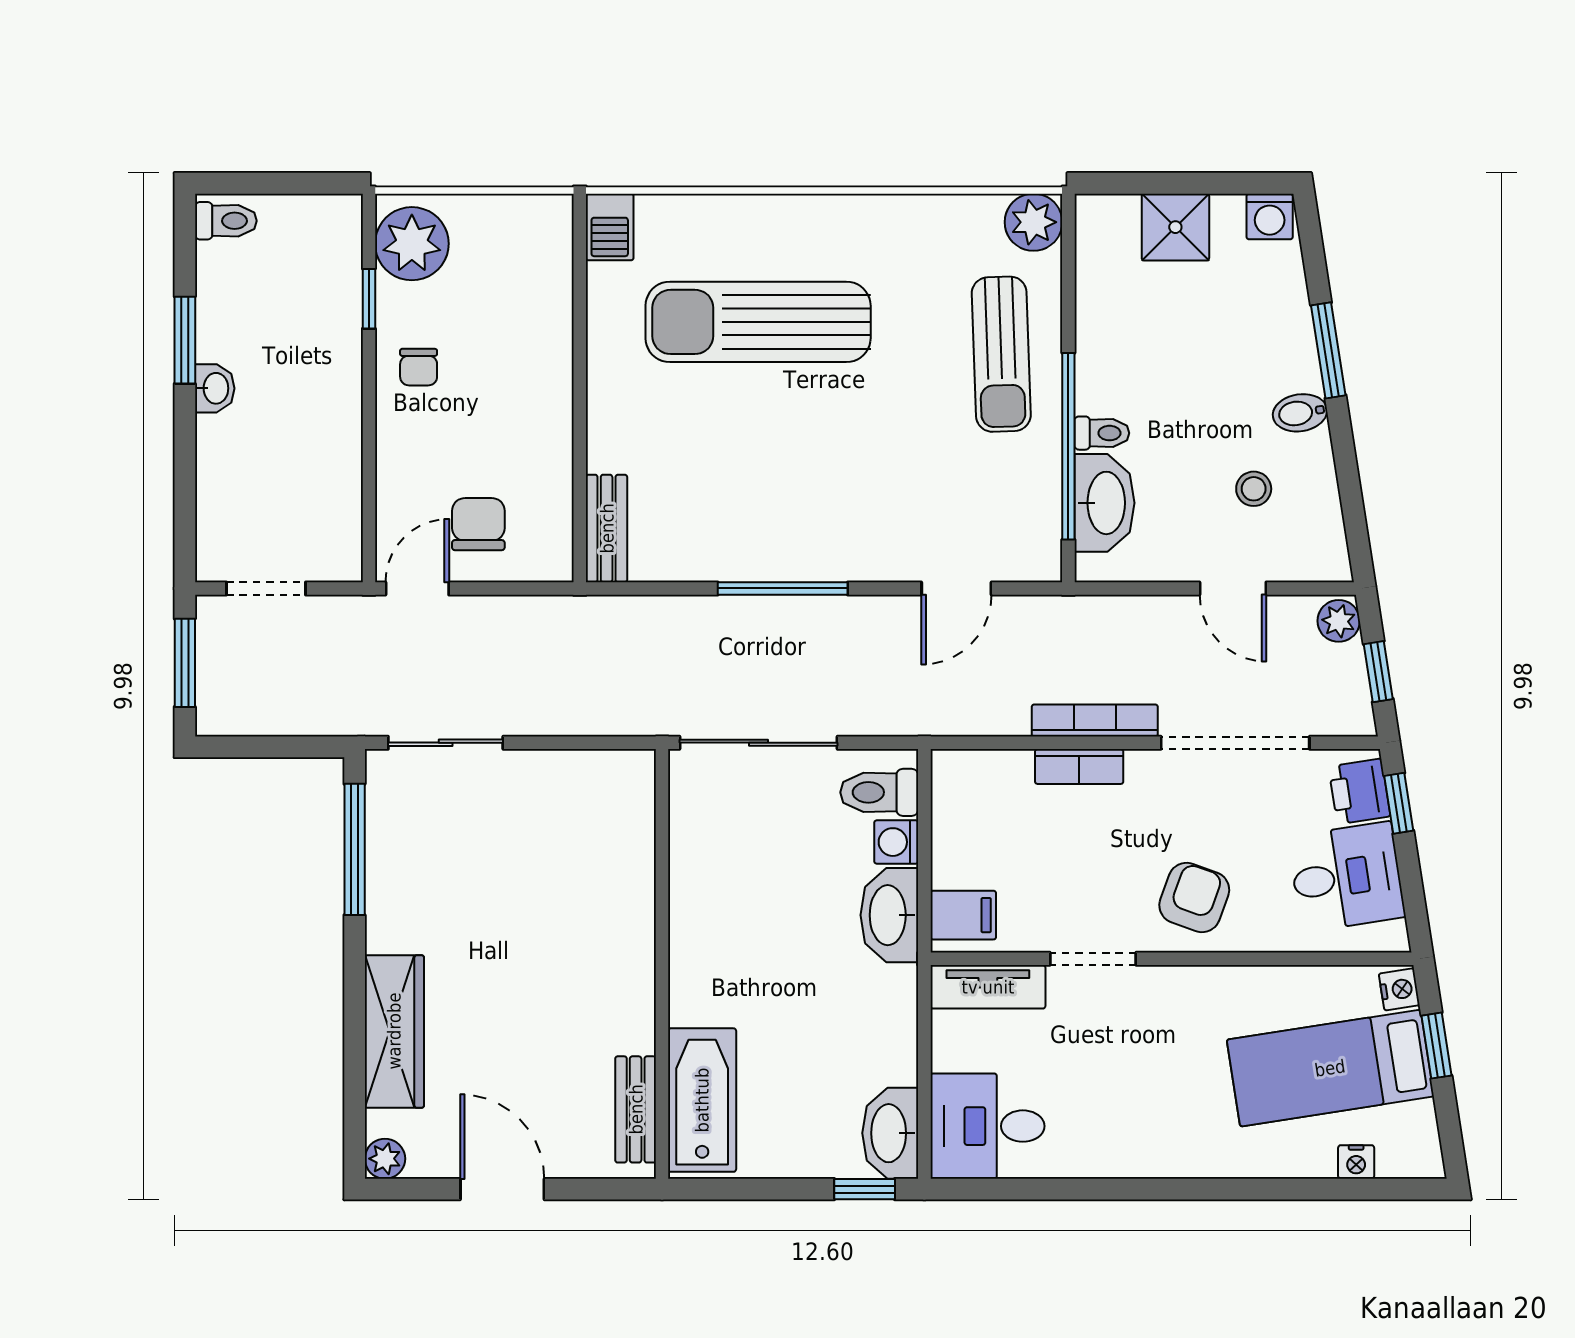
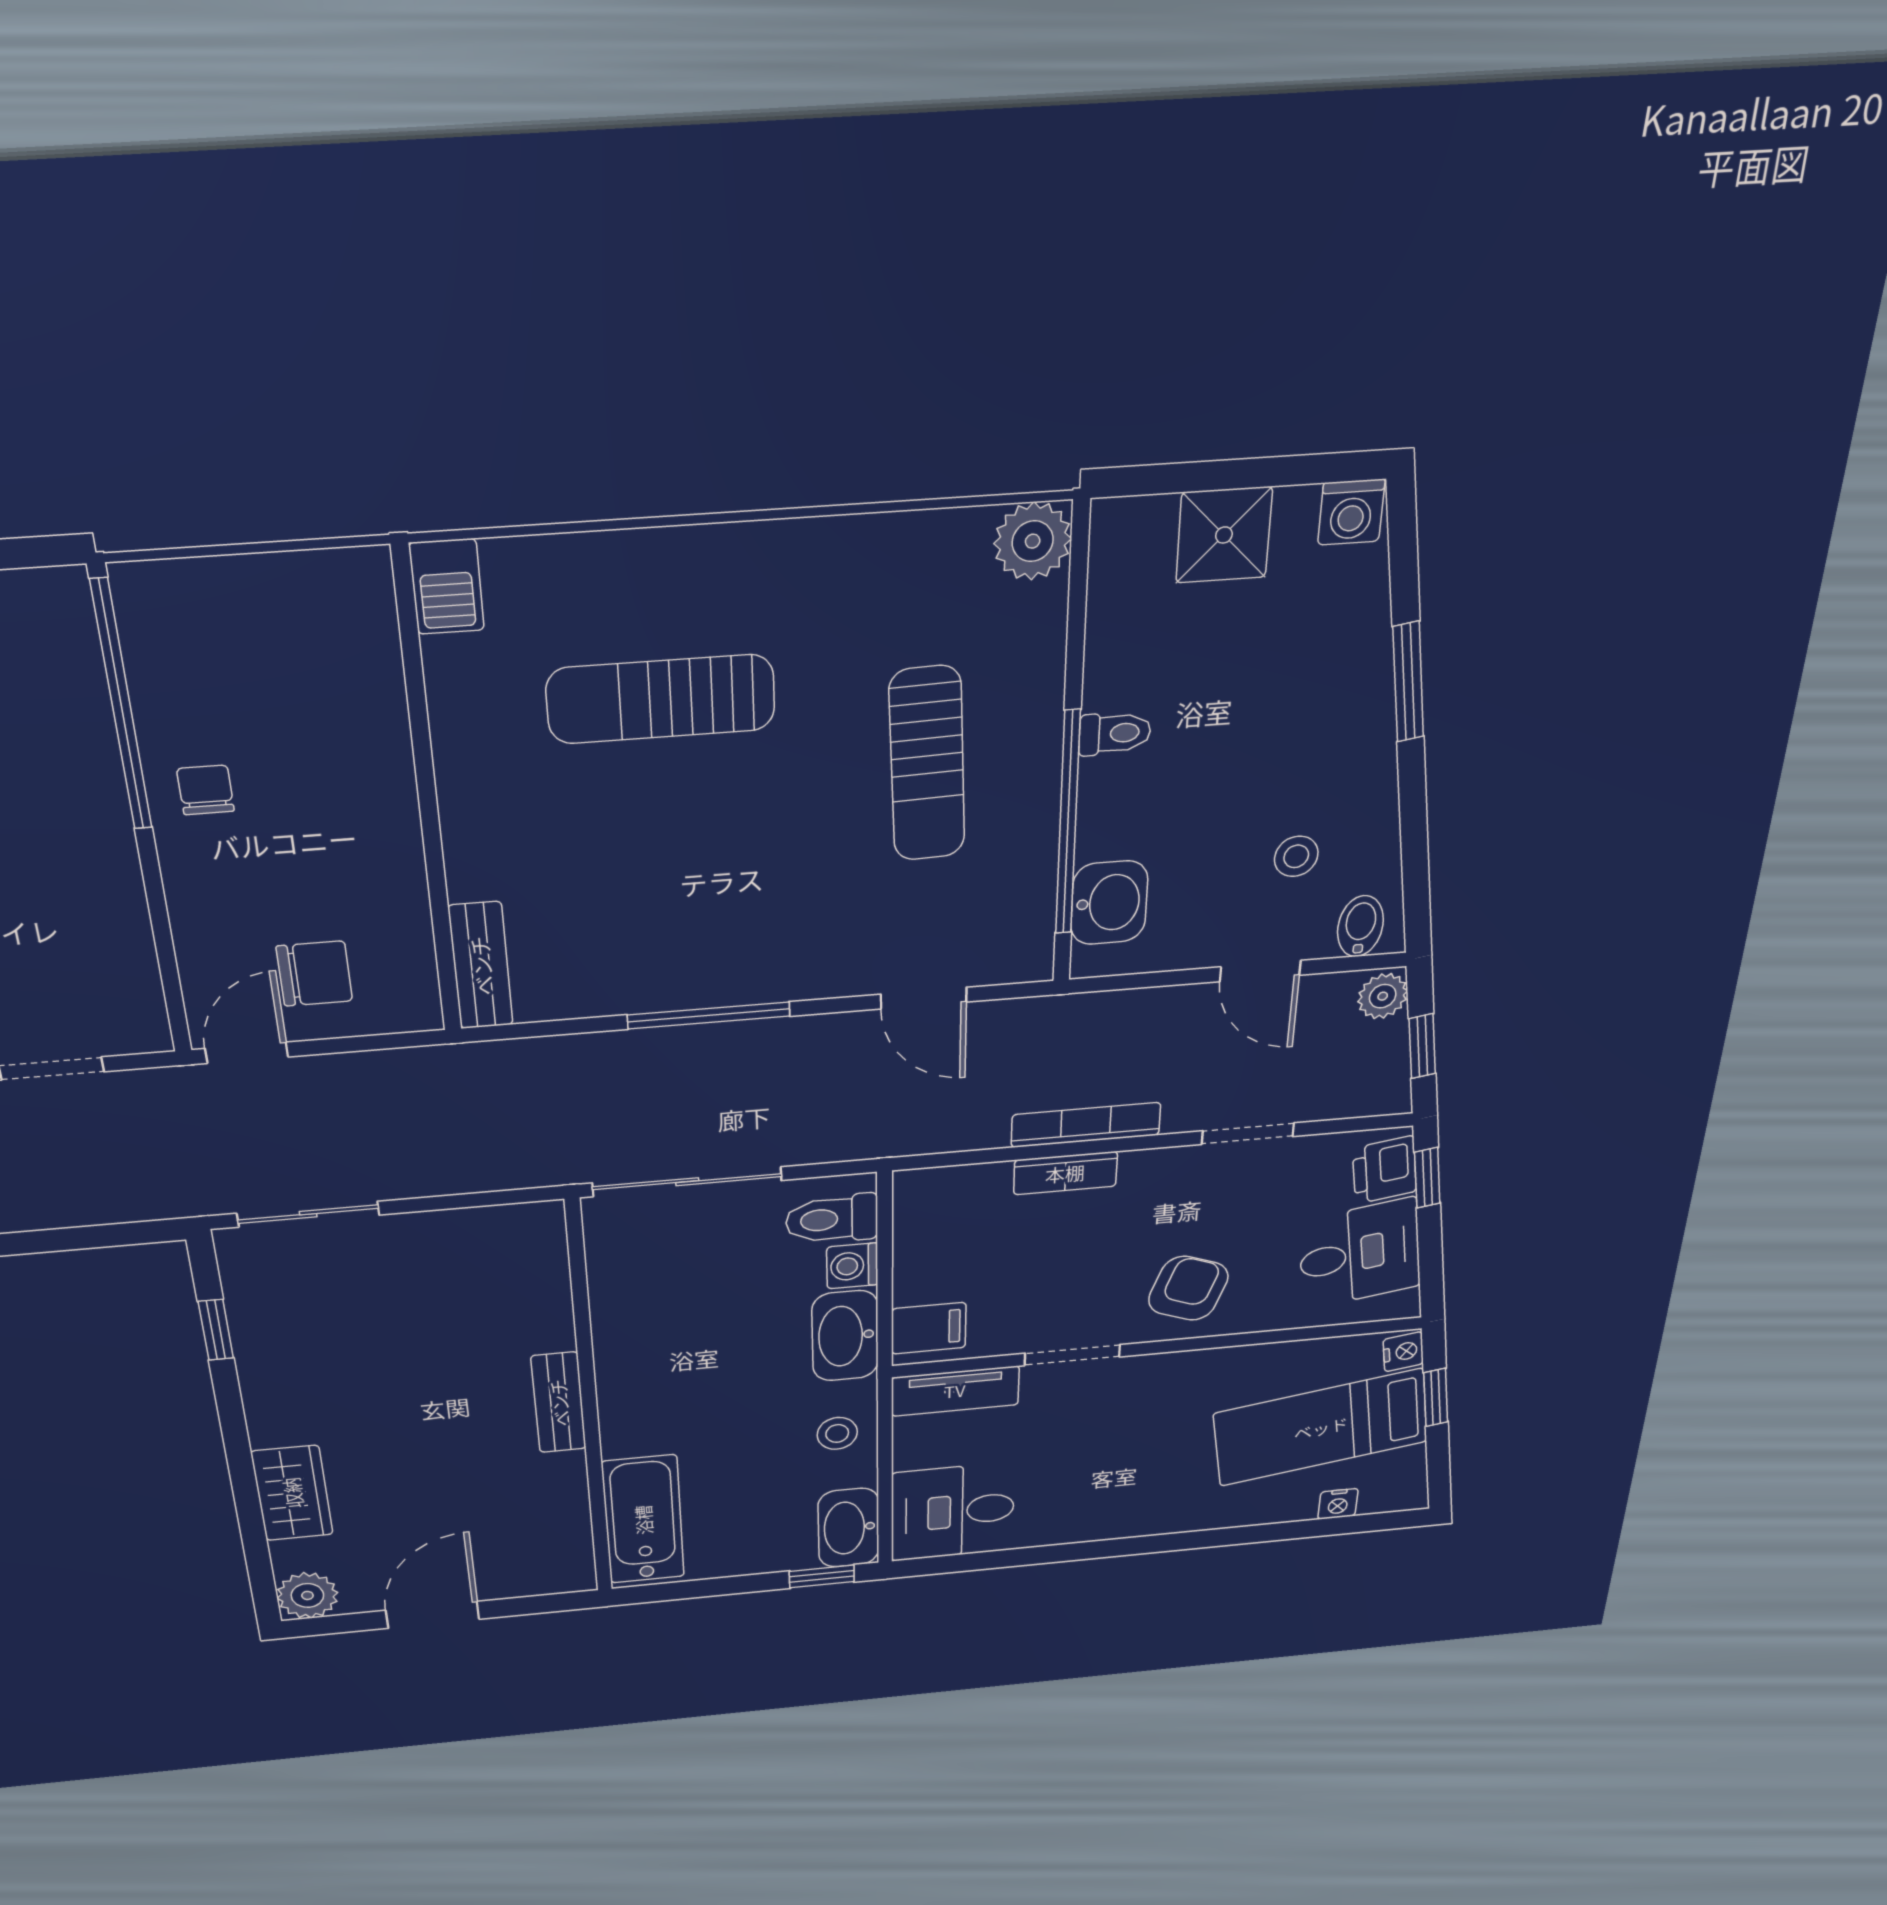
plant: (412, 244) -> (169, 628), removed
window: (369, 299) -> (121, 706), width x3.17
sun lounger: (758, 322) -> (661, 699), width x0.73, depth x0.75
sun lounger: (1001, 354) -> (927, 764), moved
chair: (419, 367) -> (205, 790), turned 180
bidet: (1300, 413) -> (1360, 926), moved, turned 99
toilet: (1102, 433) -> (1115, 733), moved
washbasin: (1104, 503) -> (1109, 903), width x0.72
chair: (478, 524) -> (314, 974), turned 90
door: (956, 588) -> (924, 998), hinge flipped
doorway: (1235, 743) -> (1248, 1134), width x0.53
window: (355, 849) -> (216, 1330), width x0.46
stool: (881, 1022) -> (837, 1433), added
wardrobe: (394, 1031) -> (292, 1493), width x0.67
bench: (636, 1109) -> (559, 1403), moved
plant: (385, 1159) -> (307, 1595), width x1.38, depth x1.38
door: (502, 1189) -> (433, 1615), hinge flipped

